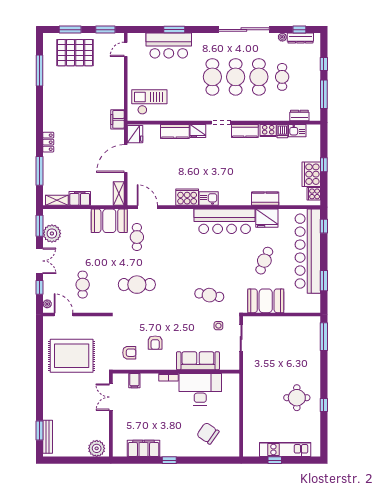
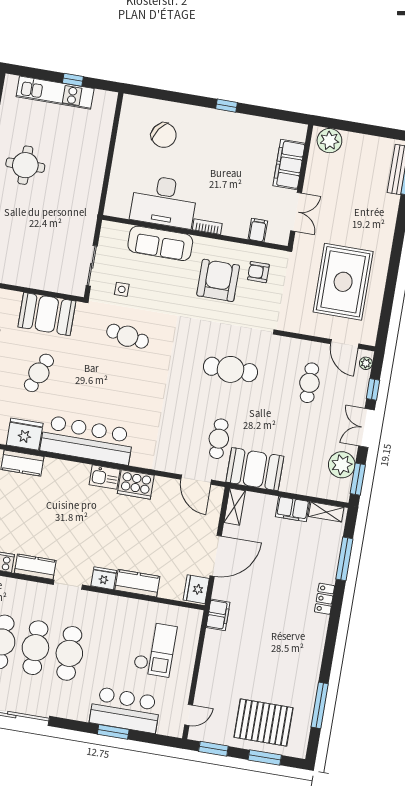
checkout: (149, 102) -> (155, 649), moved, turned -90
armchair: (155, 343) -> (218, 280), width x1.88, depth x1.88
rug: (72, 356) -> (343, 282), turned 90
filing cabinet: (144, 448) -> (289, 164), moved, turned 90

